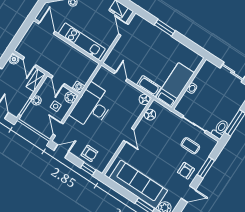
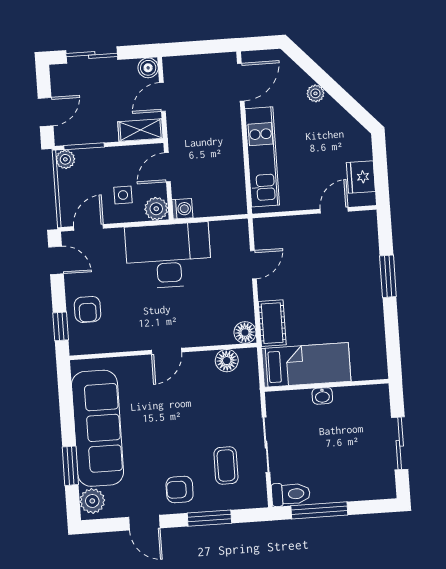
plant: (36, 100) -> (65, 159), moved

